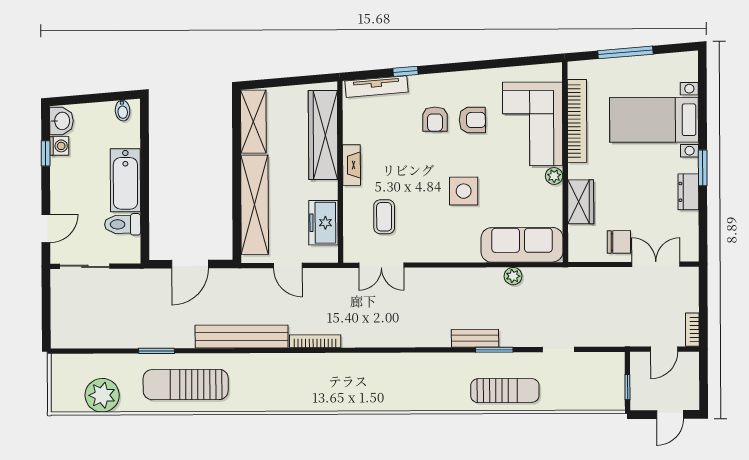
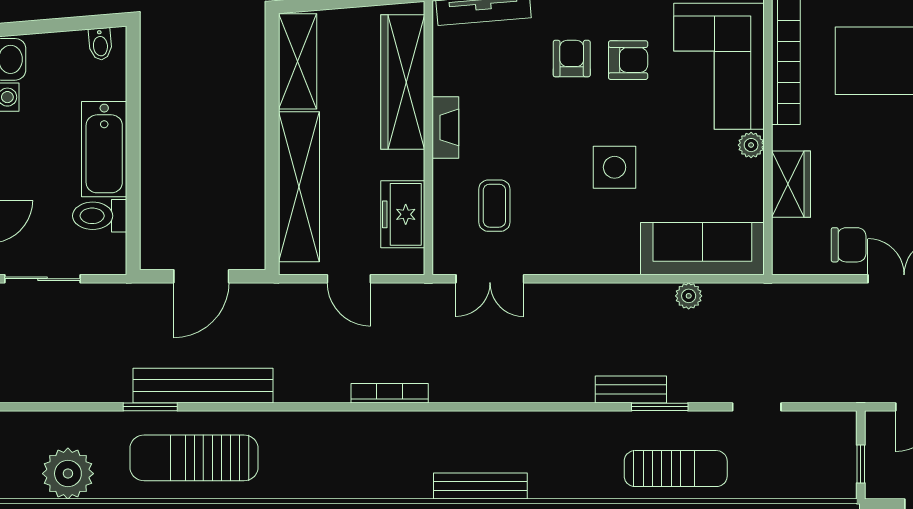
armchair: (435, 119) -> (572, 59), turned 180
bench: (242, 337) -> (203, 386), moved
bench: (376, 403) -> (480, 486), added

